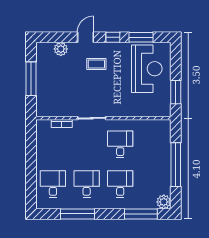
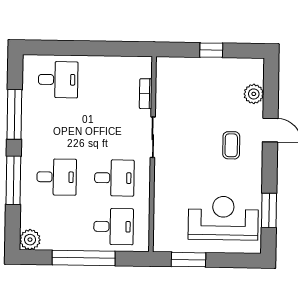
window: (113, 37) -> (270, 170), removed
reception desk: (147, 69) -> (223, 218), turned 180
window: (31, 79) -> (211, 50), width x0.46
desk: (87, 184) -> (114, 227), moved
window: (141, 214) -> (13, 180), moved

